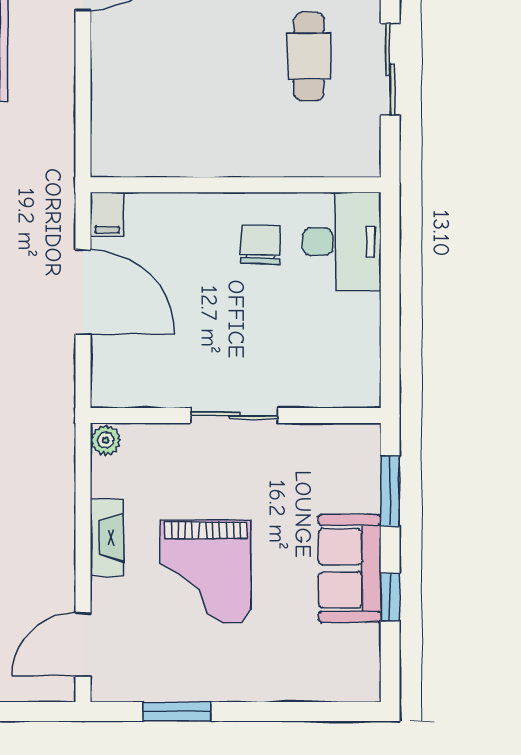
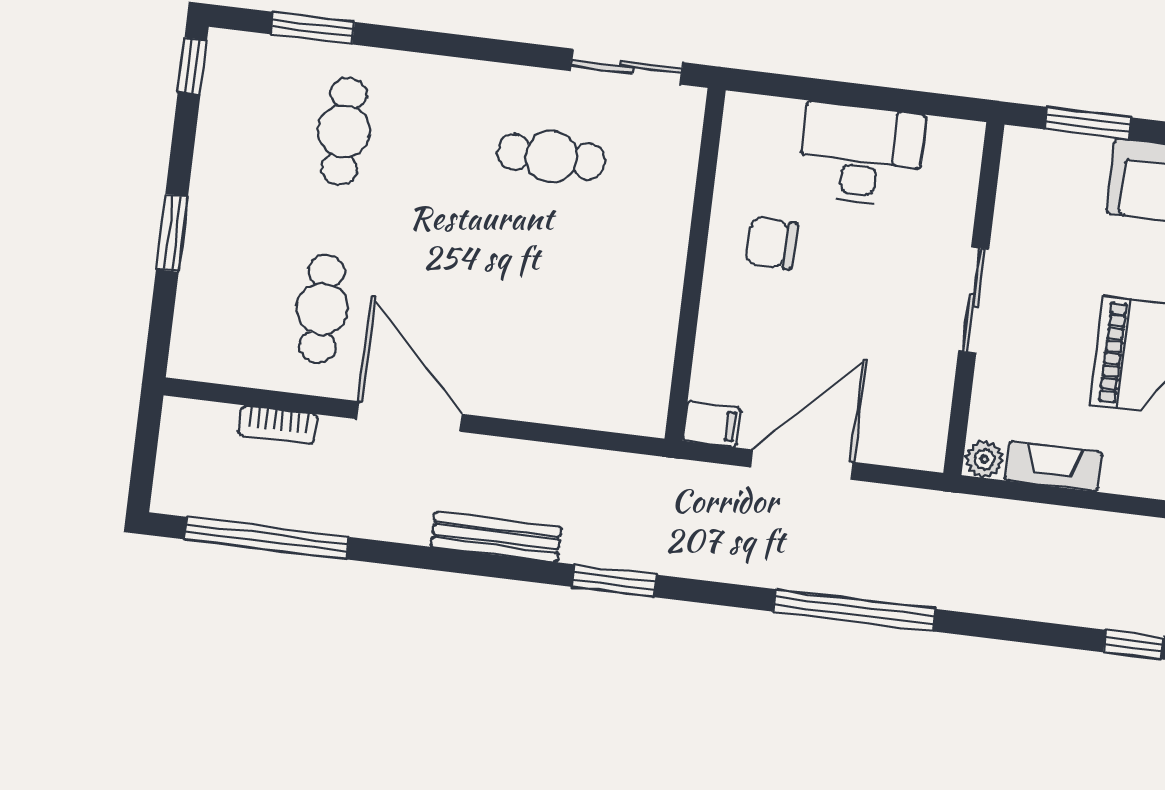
sliding door: (390, 69) -> (627, 67), moved
desk: (342, 242) -> (861, 155), moved
fireplace: (107, 537) -> (1053, 466), moved

